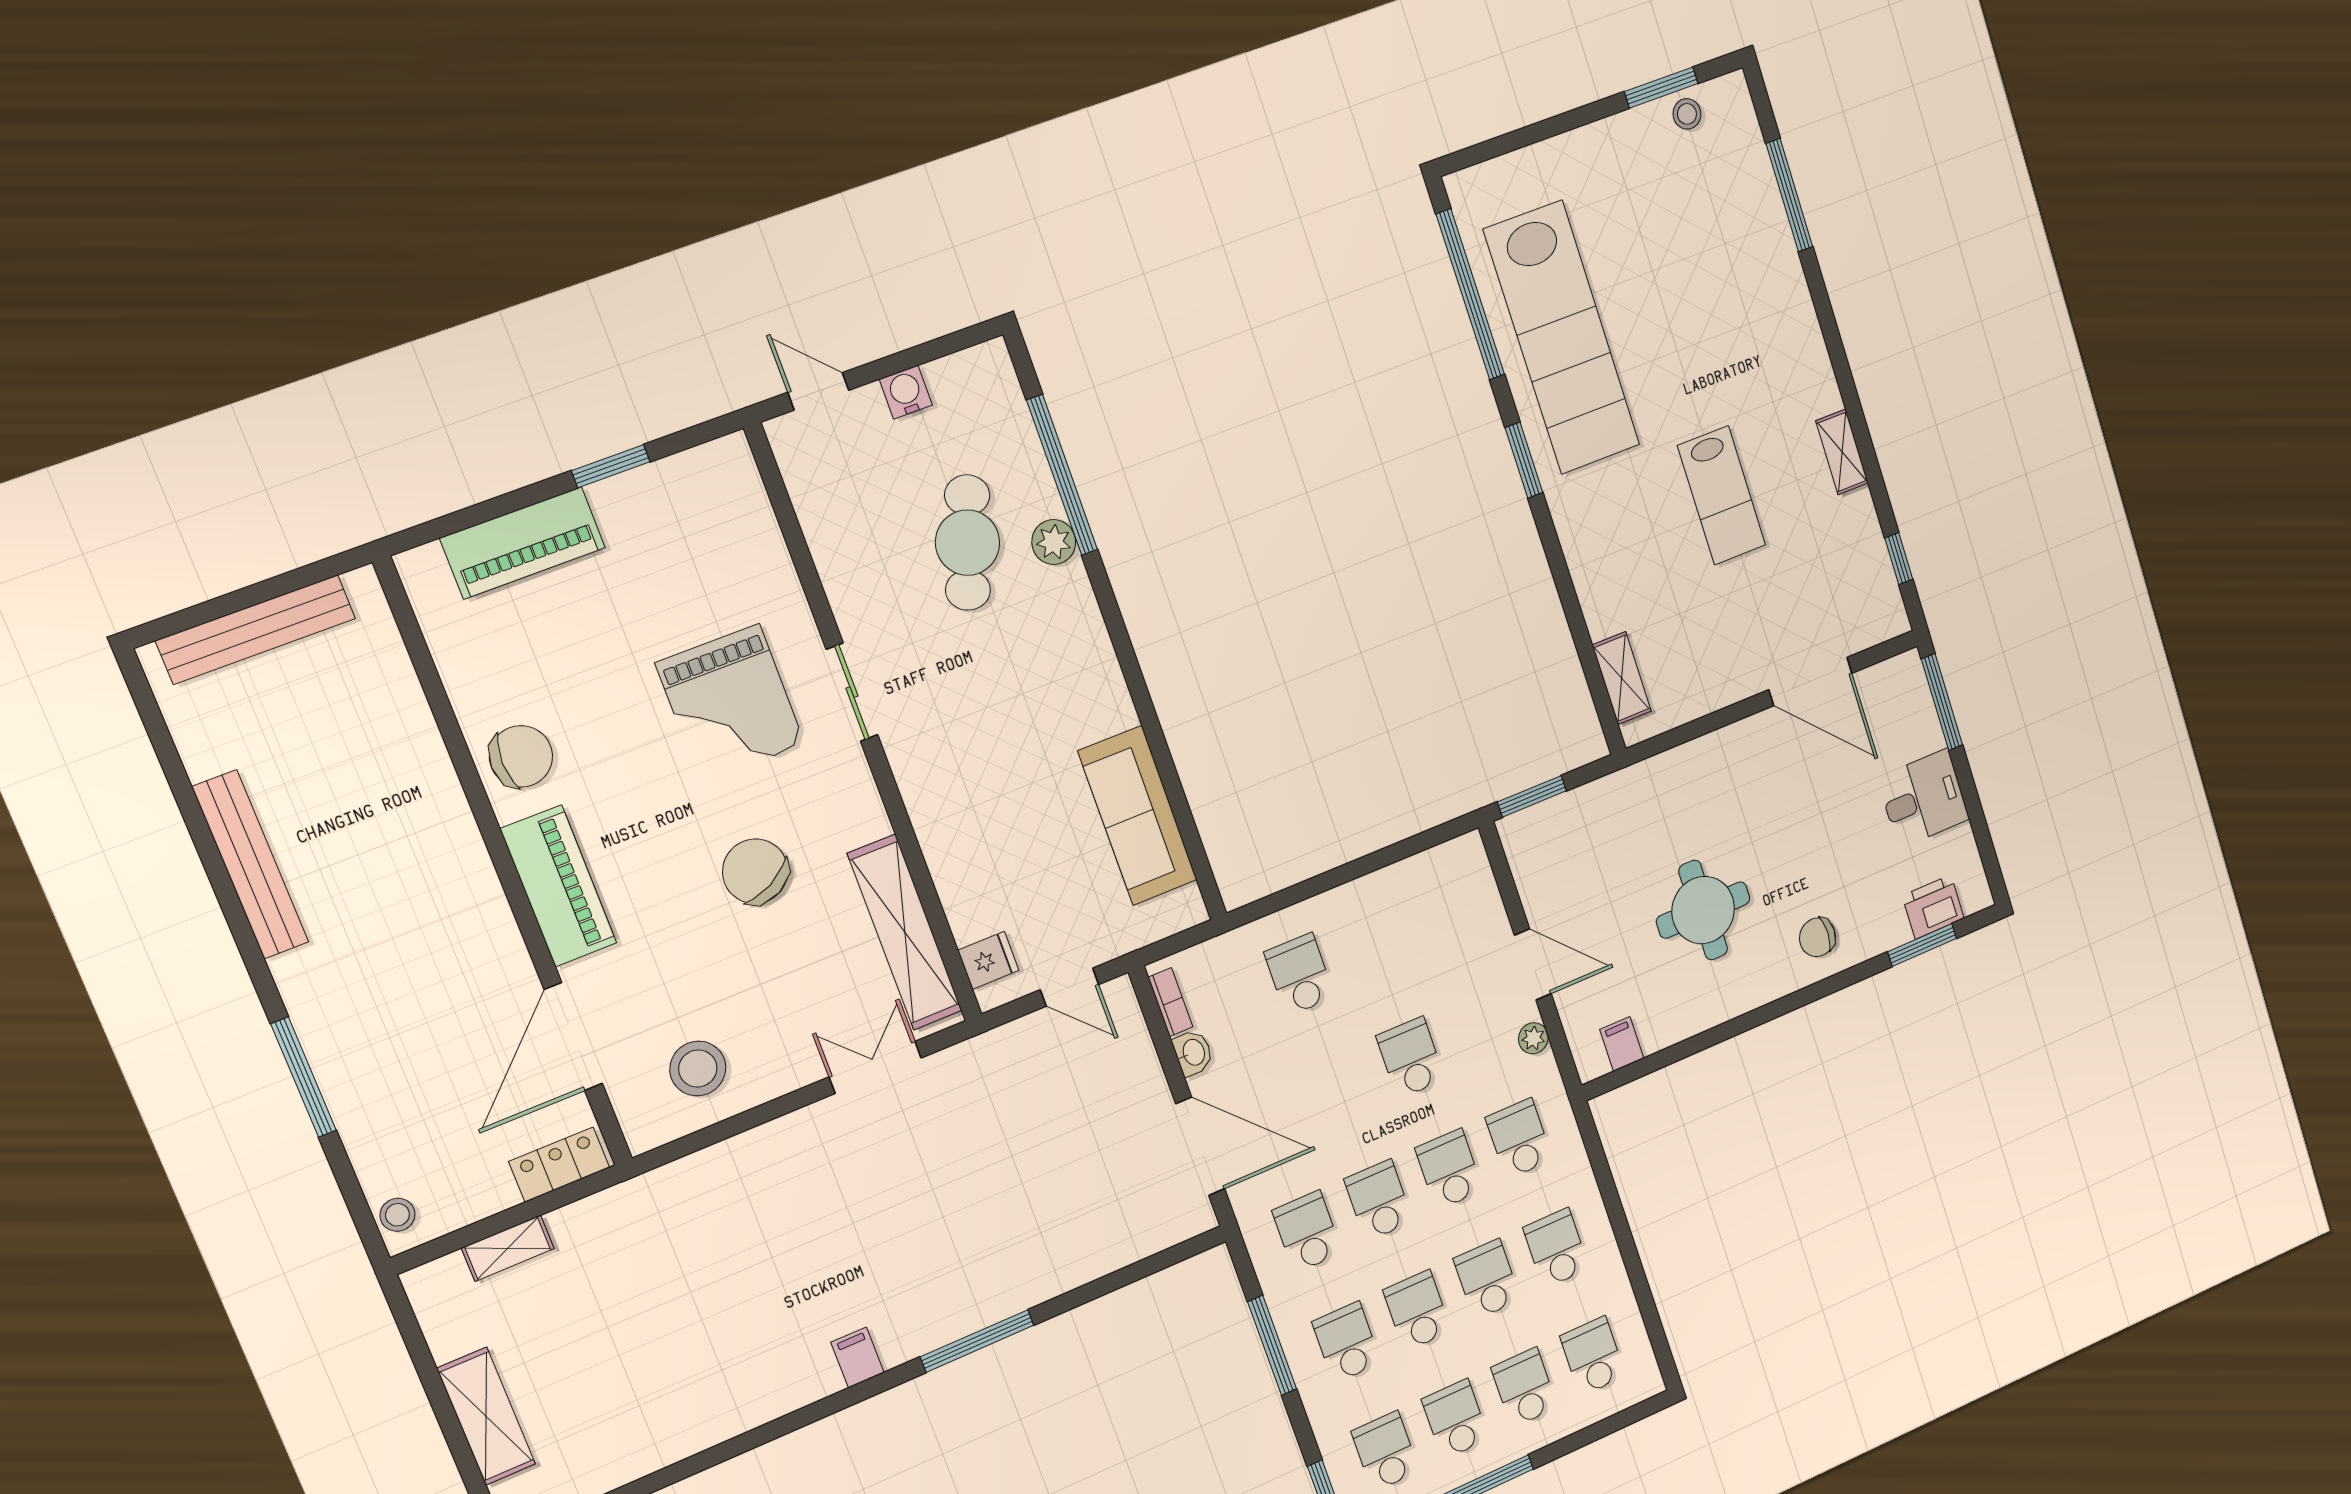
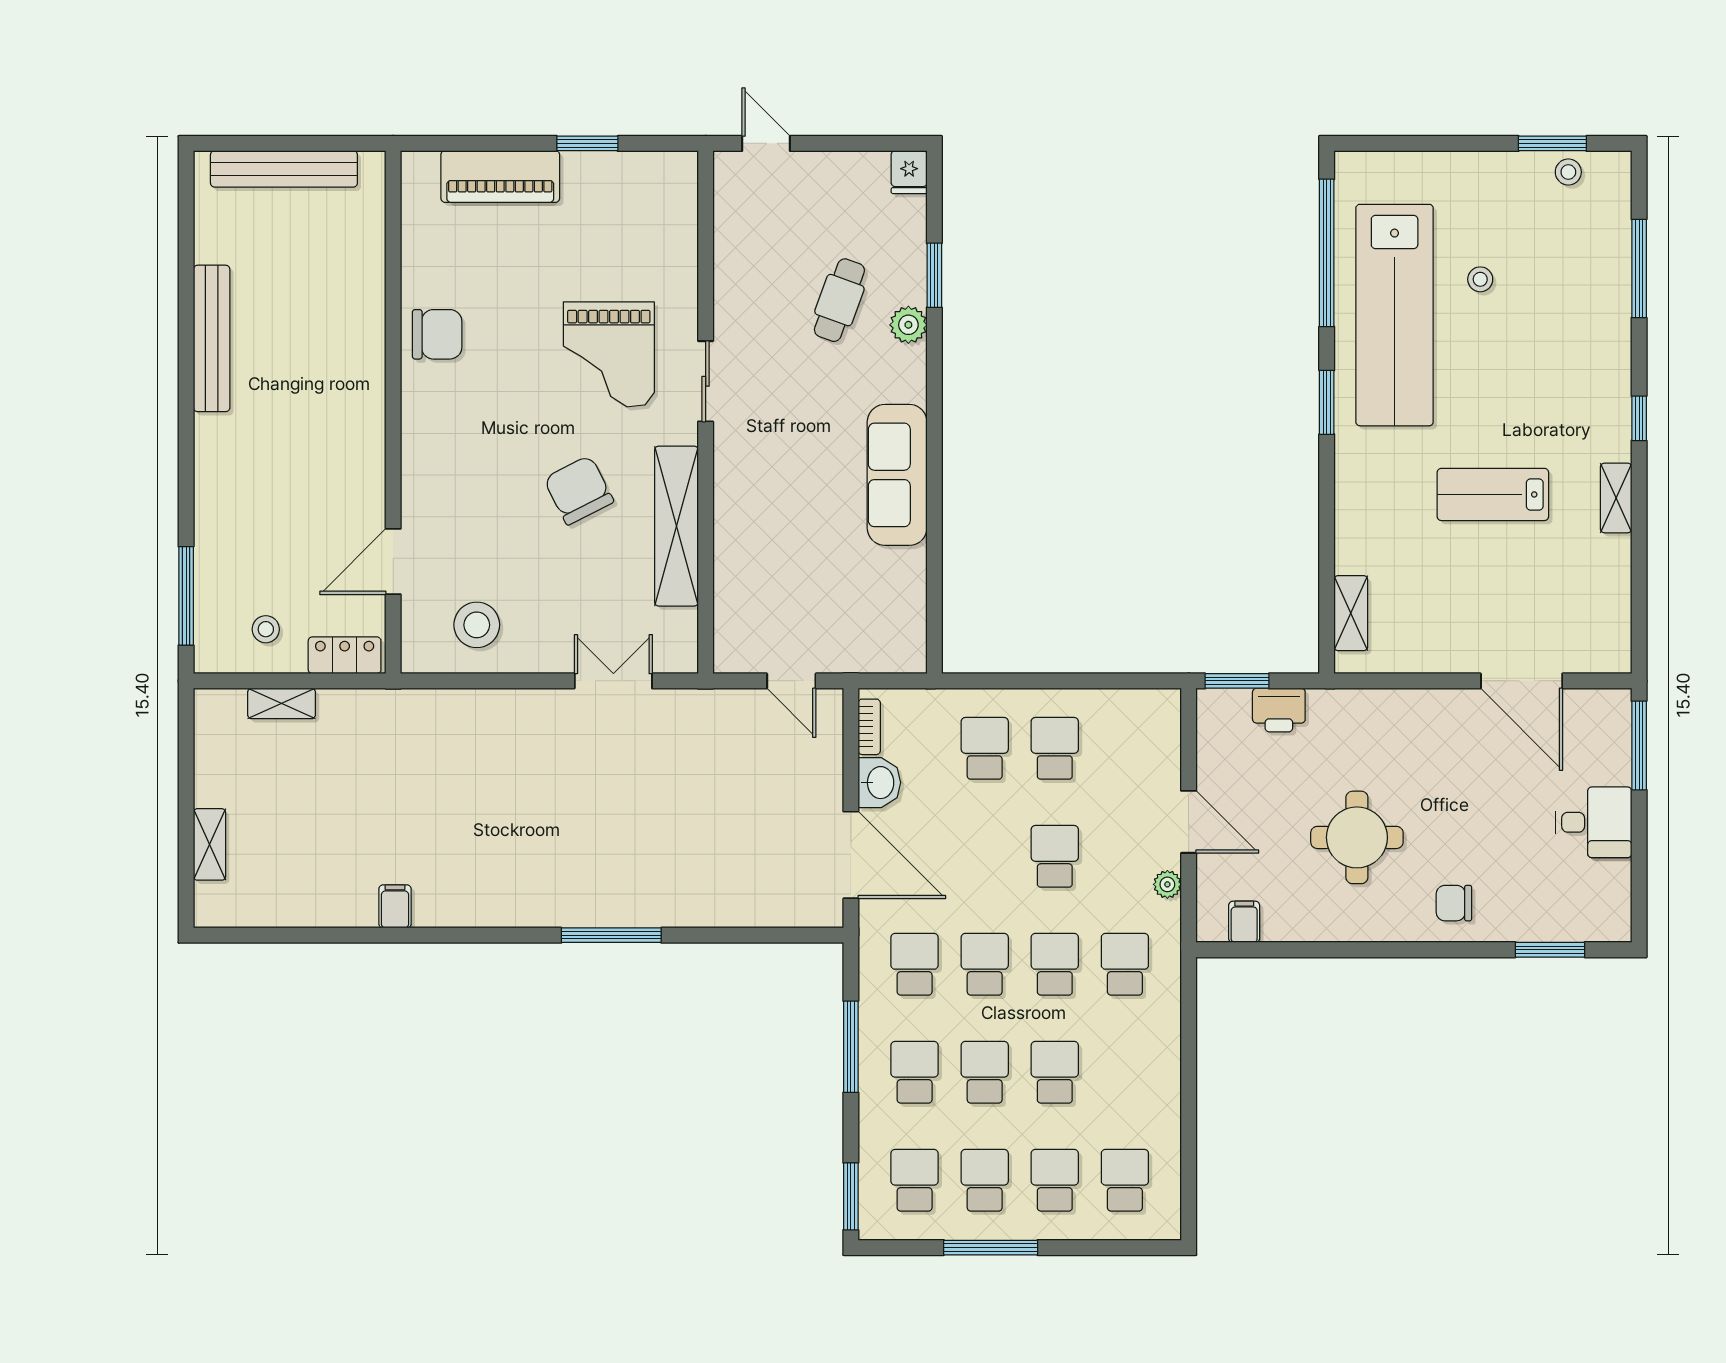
stool: (1636, 266) -> (1480, 279), added
water cooler: (906, 392) -> (834, 168), removed
window: (1062, 475) -> (934, 275), width x0.47
lab bench: (1721, 495) -> (1493, 494), turned 90
cafe table: (968, 543) -> (839, 300), width x0.73, depth x0.74
window: (1899, 559) -> (1639, 418), moved
sofa: (1138, 816) -> (897, 475), moved
piano: (558, 886) -> (427, 443), removed
printer: (1933, 907) -> (1279, 710), moved, turned 180
shelving: (905, 932) -> (676, 526), moved
fridge: (988, 960) -> (909, 172), moved, turned 90
door: (573, 1037) -> (393, 561), width x0.73
washbasin: (1193, 1053) -> (879, 783), width x1.38, depth x1.45
window: (304, 1077) -> (186, 596), moved
stool: (397, 1215) -> (266, 629), moved
school desk: (1556, 1248) -> (1055, 748), moved
filing cabinet: (857, 1357) -> (395, 906), moved
shelving: (486, 1416) -> (209, 844), width x0.67, depth x0.75

